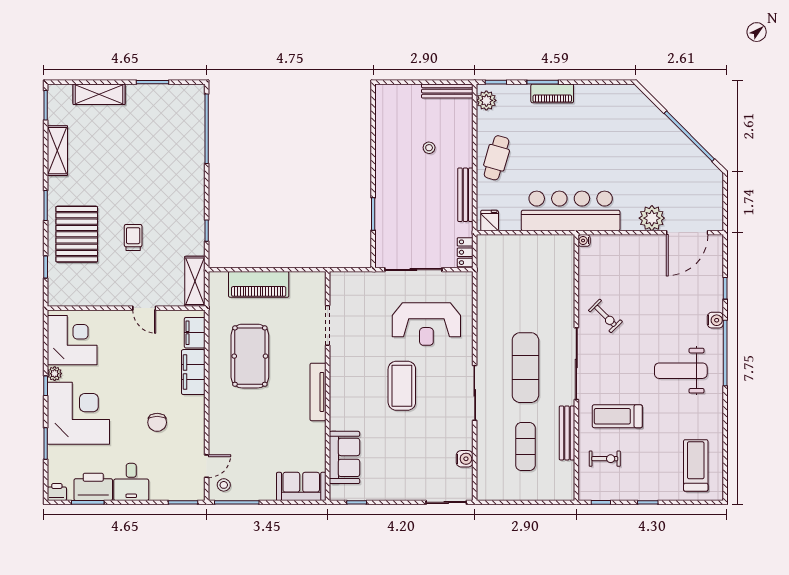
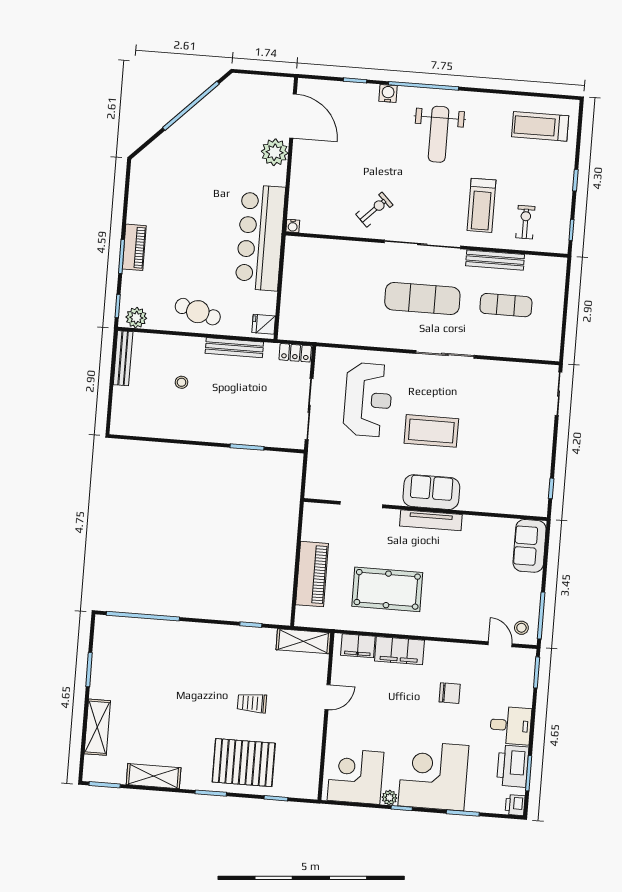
sofa: (344, 457) -> (431, 492), moved
water cooler: (465, 459) -> (514, 371), removed

